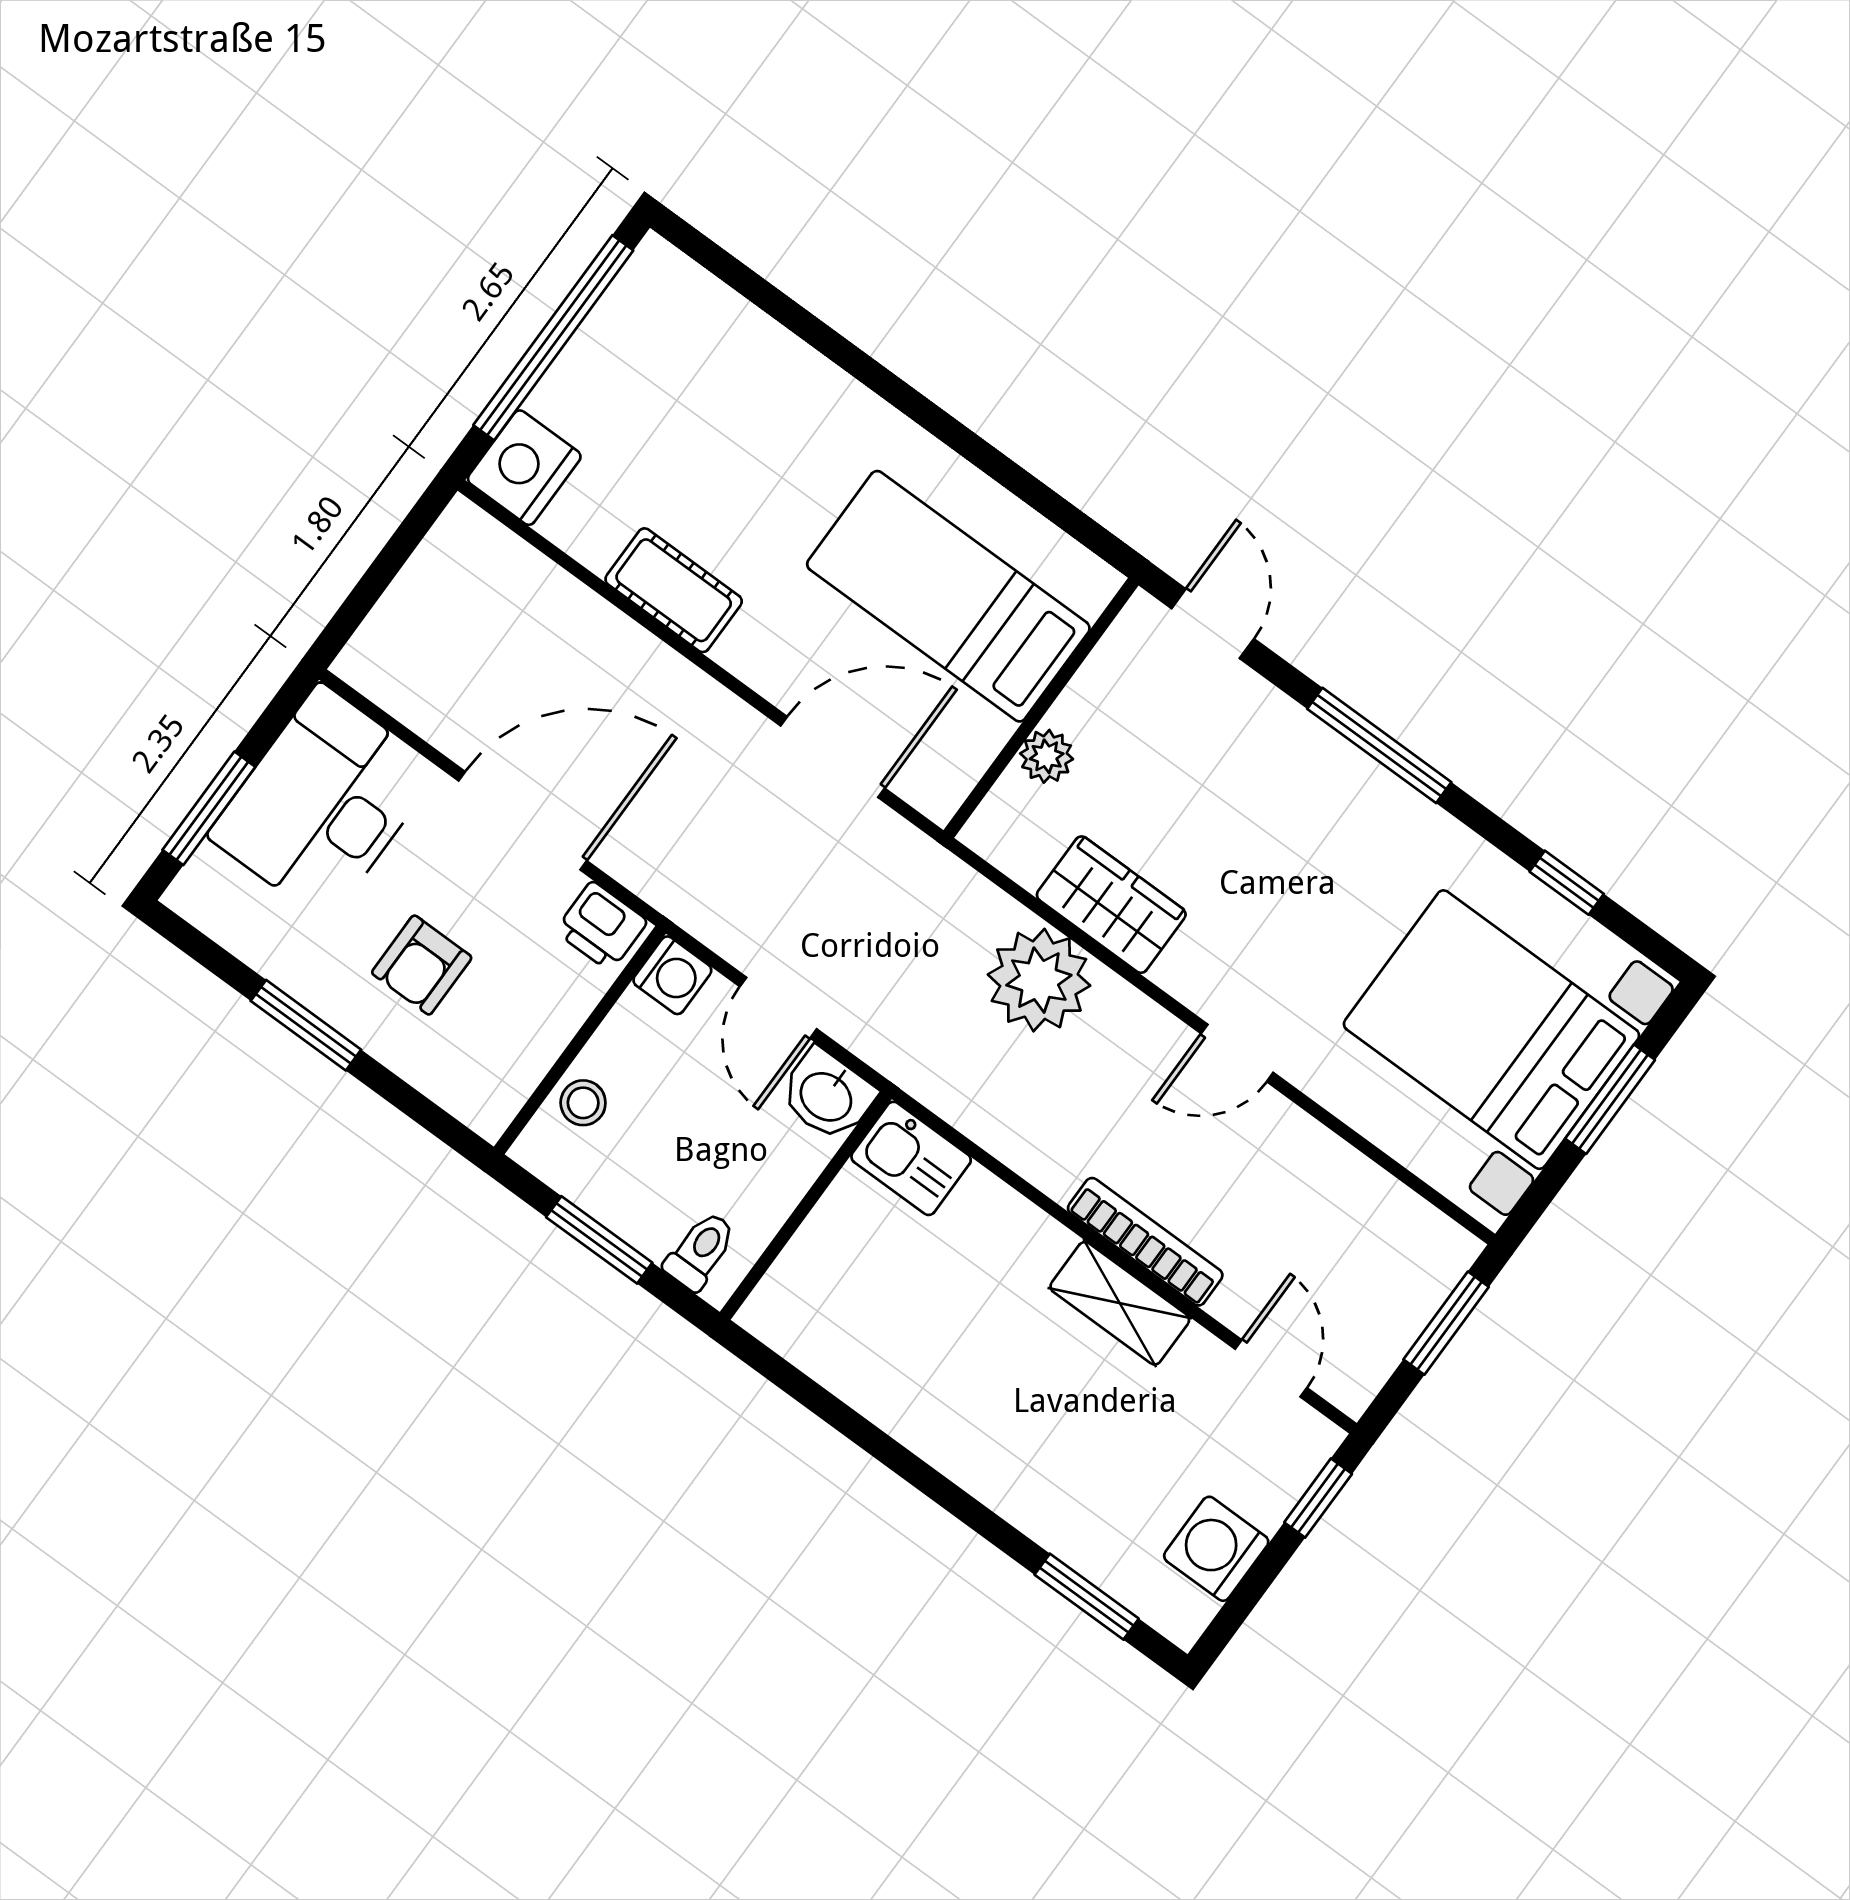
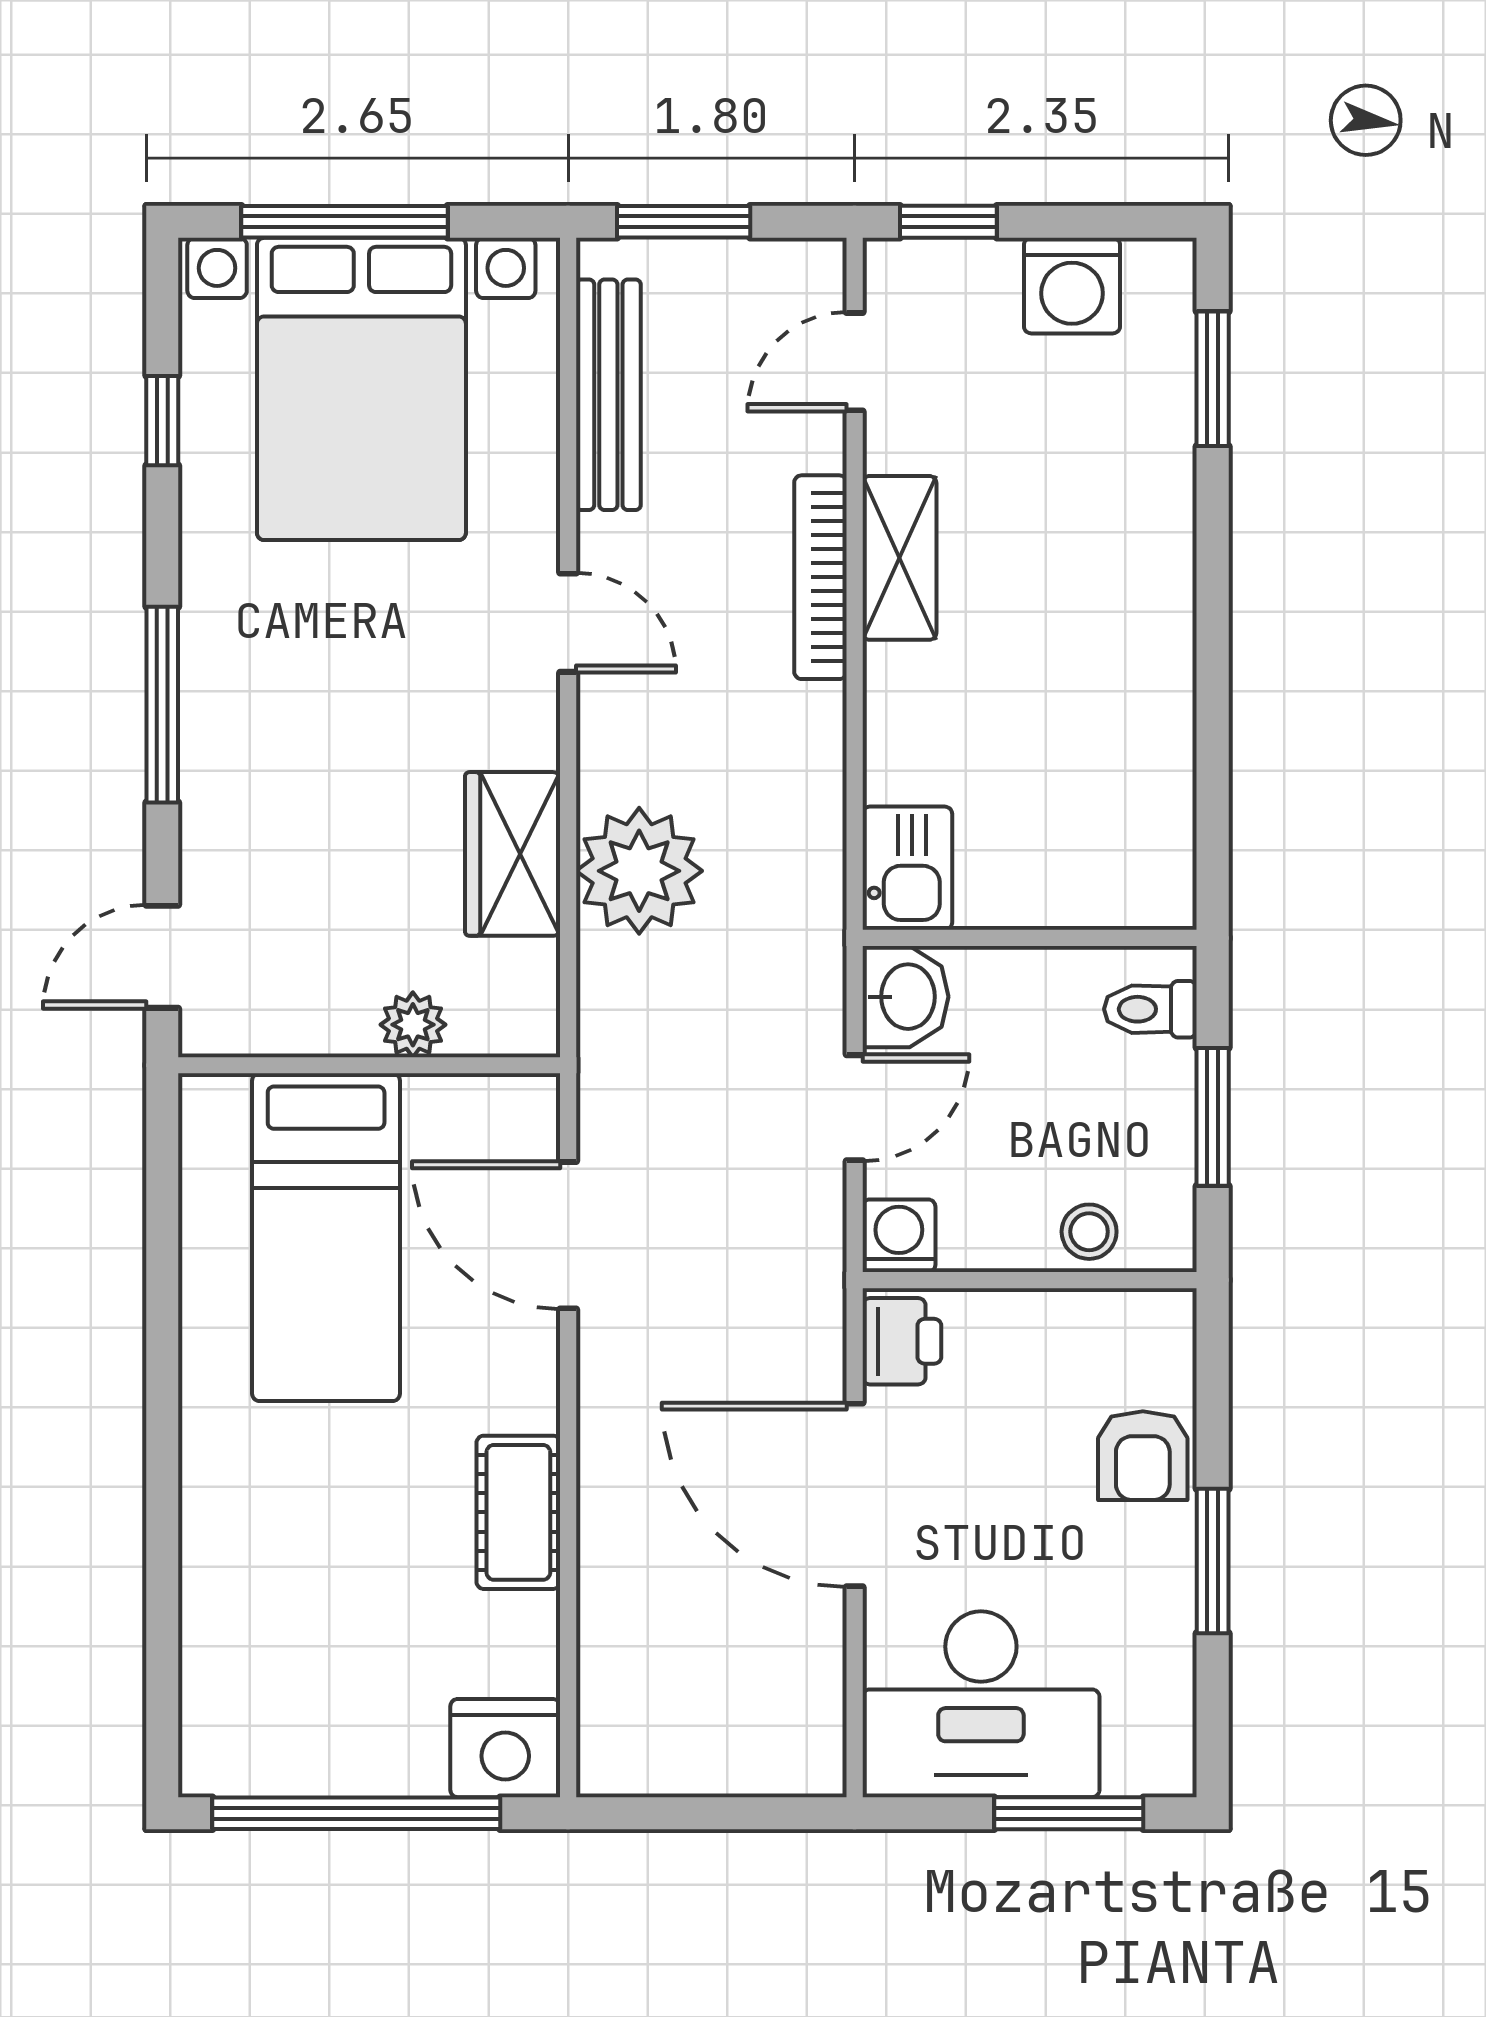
armchair: (422, 965) -> (1143, 1456), moved, turned 90
window: (1610, 1099) -> (344, 222), width x1.44
bench: (1368, 1190) -> (608, 395), added

